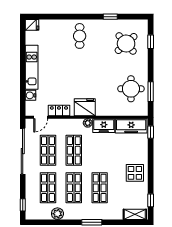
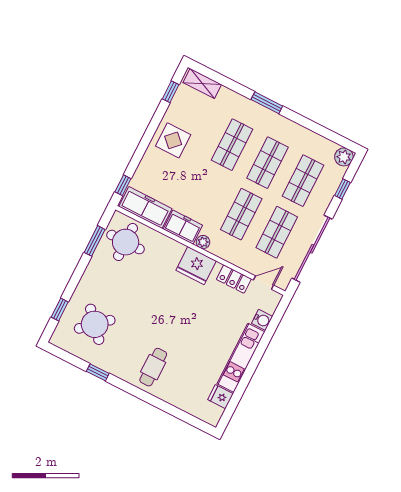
fridge: (32, 25) -> (220, 397), moved
round table: (131, 89) -> (126, 242), moved
window: (23, 205) -> (342, 189), moved
plant: (57, 214) -> (344, 157), moved

